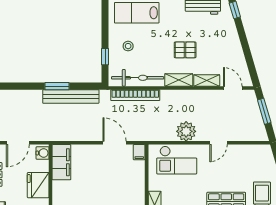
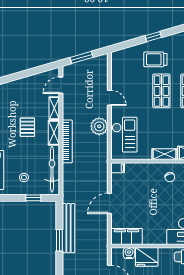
bookcase: (135, 95) -> (67, 141), moved
door: (114, 143) -> (109, 203), moved
water cooler: (43, 153) -> (129, 253), moved

